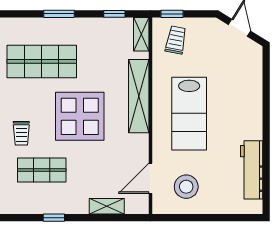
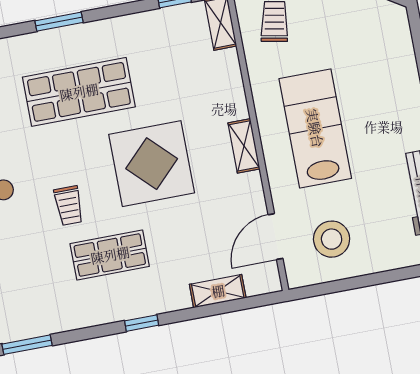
window: (59, 14) -> (59, 22), moved
shelving: (139, 96) -> (244, 146), width x0.45, depth x0.75
lab bench: (189, 114) -> (315, 128), turned 180

